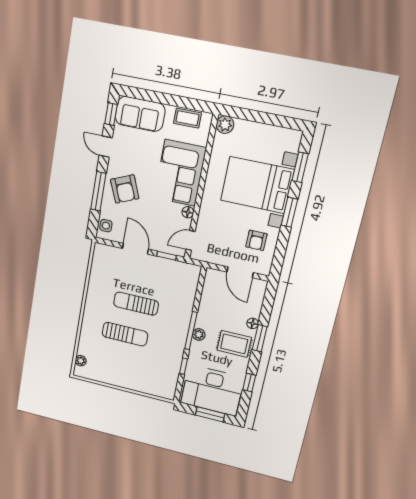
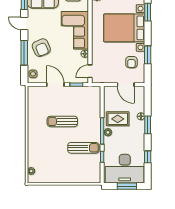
window: (289, 212) -> (148, 55), moved
sun lounger: (125, 334) -> (83, 148), moved
rug: (234, 344) -> (118, 119), moved

